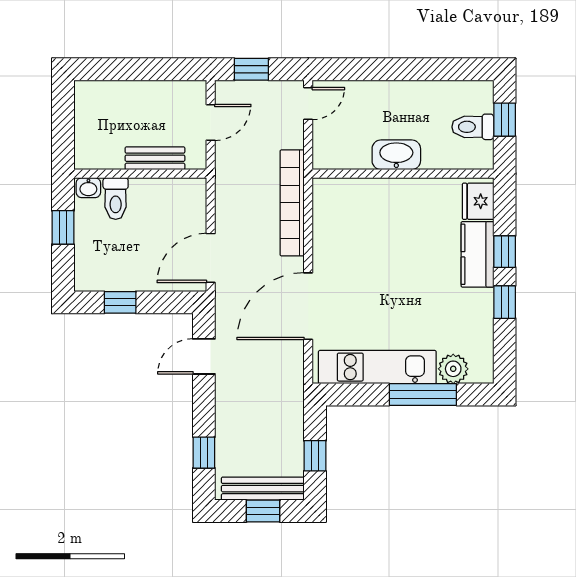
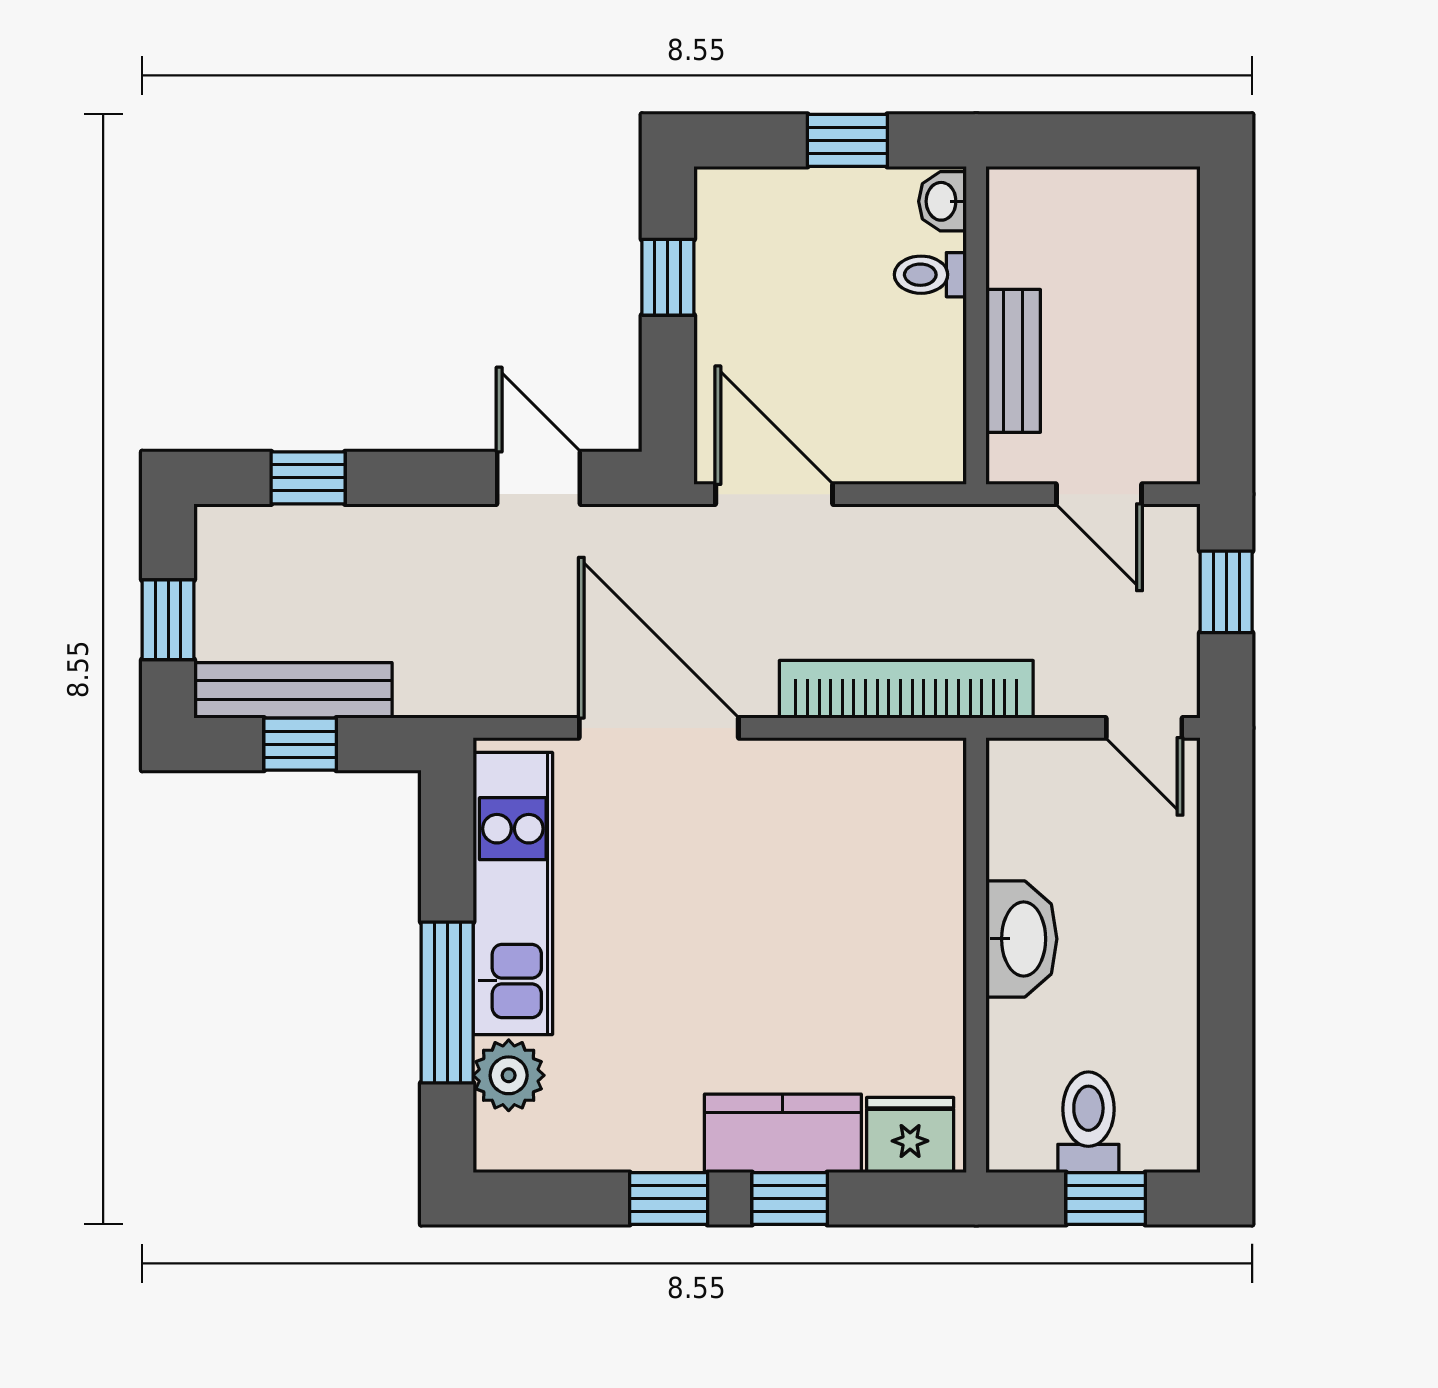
toilet: (116, 199) -> (930, 275), width x0.73, depth x0.72
bench: (263, 489) -> (293, 690), moved, turned 90

